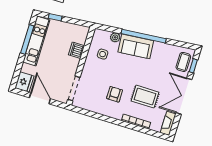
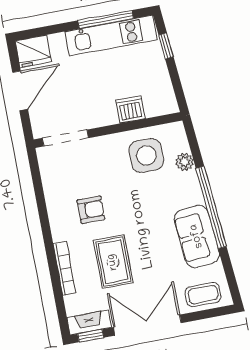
sofa: (136, 46) -> (197, 236), moved
side table: (103, 54) -> (146, 155), width x1.87, depth x1.87
window: (193, 66) -> (91, 336), moved

